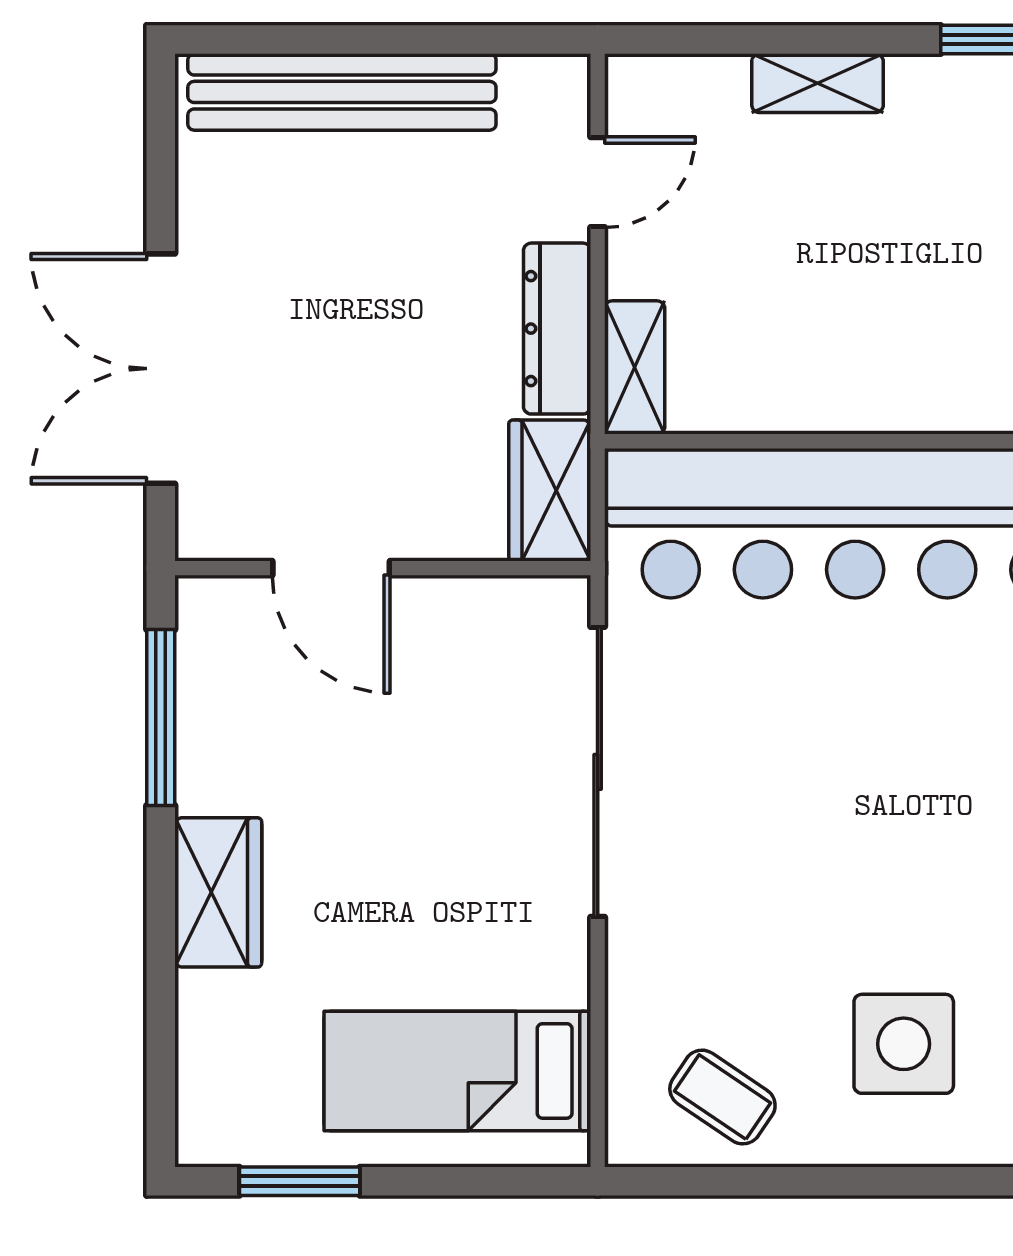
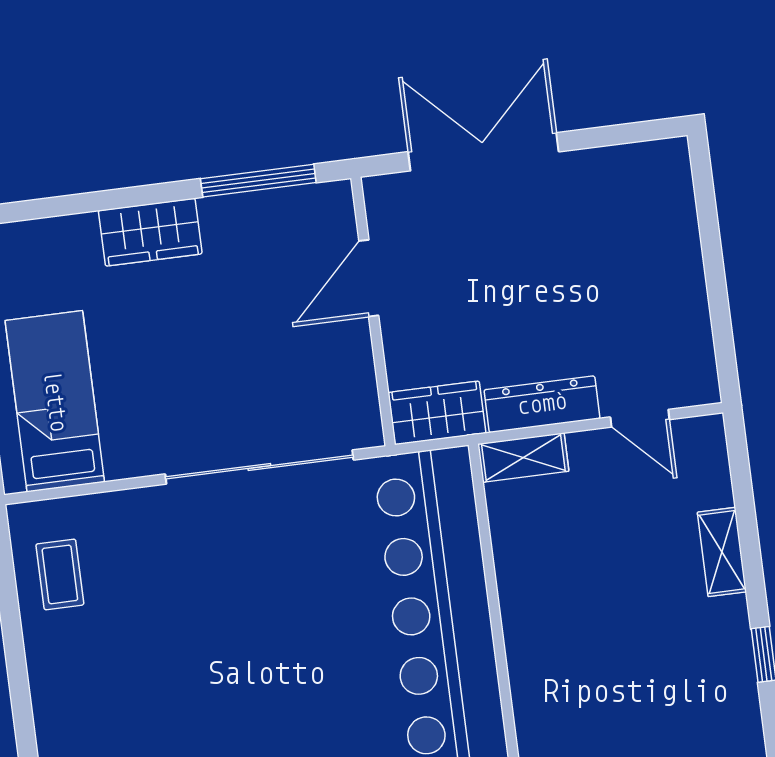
bench: (342, 92) -> (677, 246), removed
side table: (904, 1044) -> (109, 687), removed
coffee table: (722, 1097) -> (60, 574), turned -34

